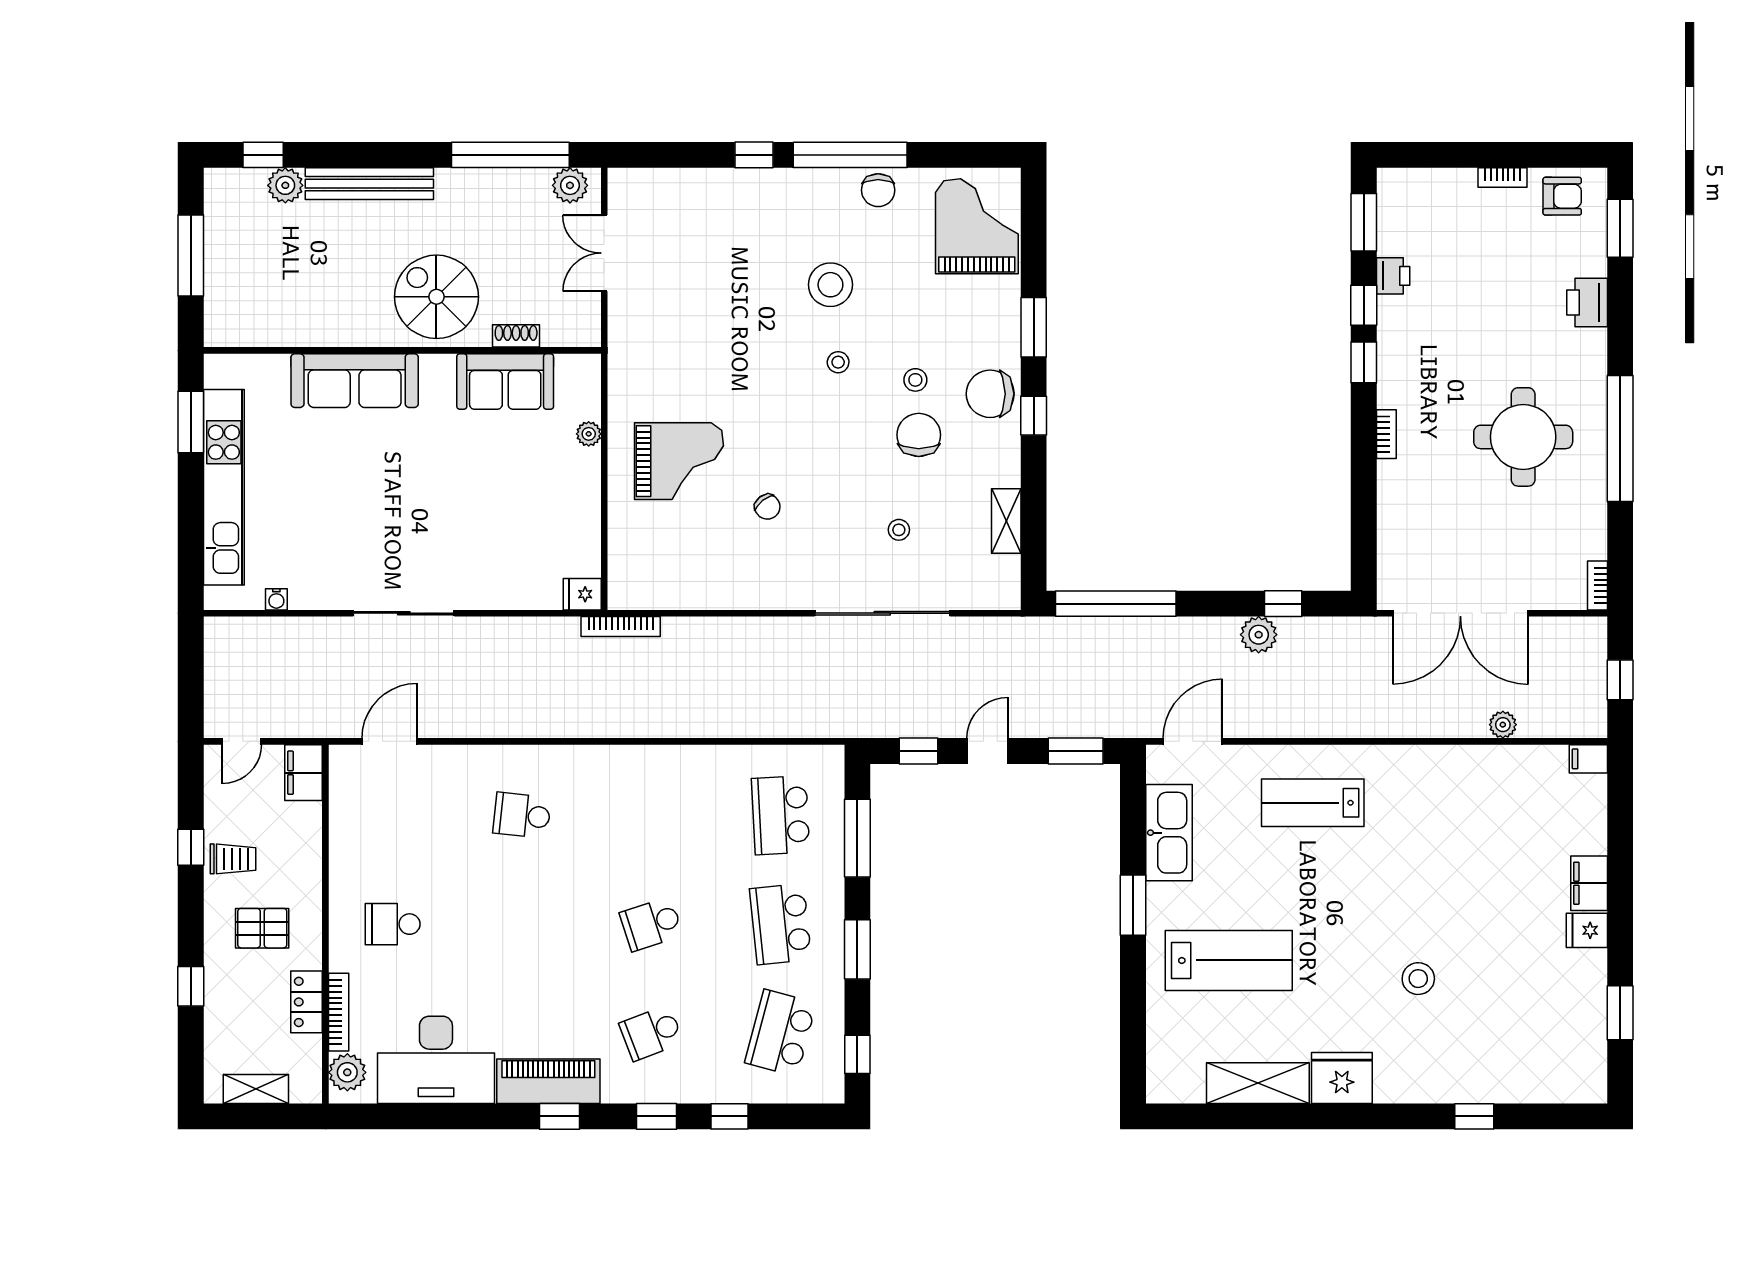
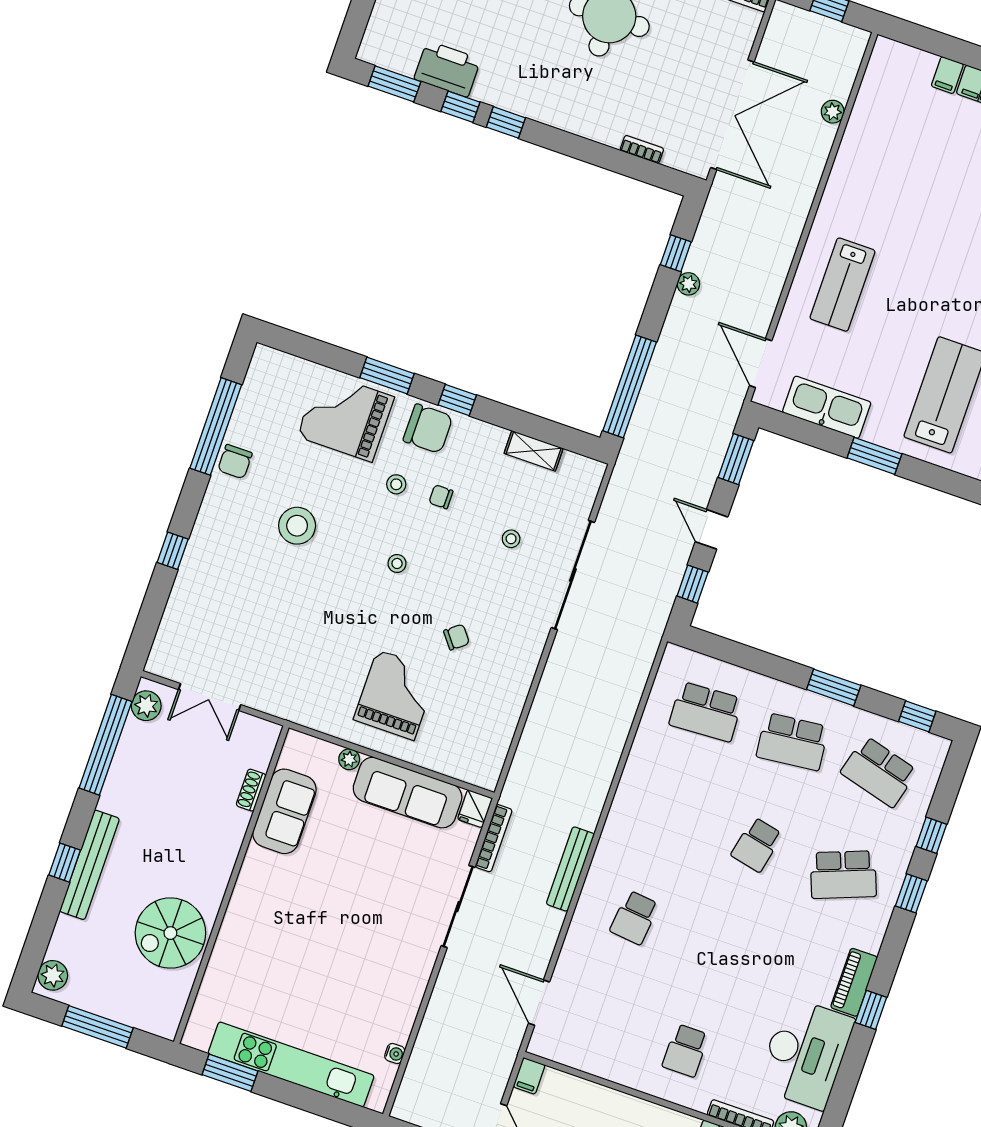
window: (263, 155) -> (65, 863), moved
window: (850, 155) -> (216, 426), moved
plant: (285, 185) -> (53, 975), moved
chair: (878, 190) -> (235, 462), turned 90
grand piano: (977, 226) -> (346, 417), moved
printer: (1393, 276) -> (447, 69), width x1.87, depth x1.48
spiral stairs: (436, 297) -> (170, 933), moved
stool: (838, 362) -> (397, 563), moved
sofa: (355, 381) -> (408, 793), moved, turned 90
chair: (990, 394) -> (428, 429), turned -90
bookcase: (1386, 434) -> (642, 149), moved
chair: (919, 435) -> (441, 497), width x0.54, depth x0.54
sliding door: (404, 613) -> (458, 907), moved
bookcase: (621, 627) -> (494, 838), moved
plant: (1259, 635) -> (688, 284), width x0.73, depth x0.73
bench: (552, 724) -> (570, 869), added
filing cabinet: (1588, 759) -> (947, 75), moved
filing cabinet: (304, 773) -> (529, 1076), width x0.50
window: (857, 838) -> (745, 657), removed
school desk: (651, 924) -> (757, 845), turned 30
school desk: (651, 1033) -> (843, 875), width x1.85
piano: (548, 1081) -> (854, 982), width x0.73, depth x0.75
window: (560, 1116) -> (871, 1010), moved

